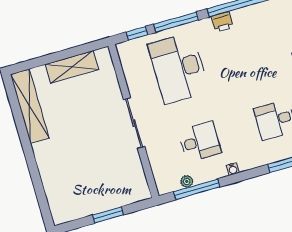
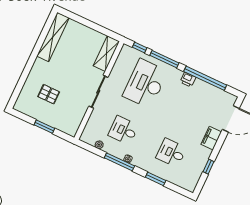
shelving: (72, 67) -> (106, 54), moved, turned 90
desk: (200, 142) -> (123, 130), turned 180
pallet: (81, 174) -> (49, 94), added
window: (197, 189) -> (119, 162), moved

